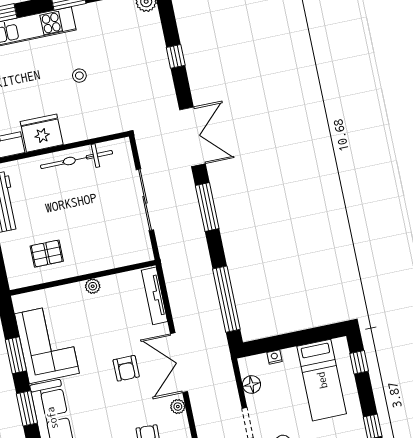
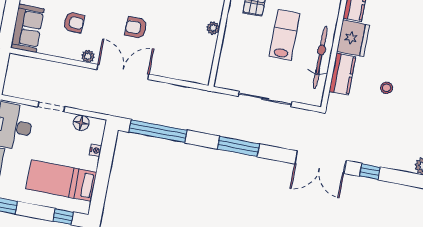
kitchen counter: (84, 129) -> (342, 74), added
double door: (192, 137) -> (320, 162), moved
lab bench: (68, 207) -> (284, 35), added
tv unit: (154, 296) -> (185, 74), removed

